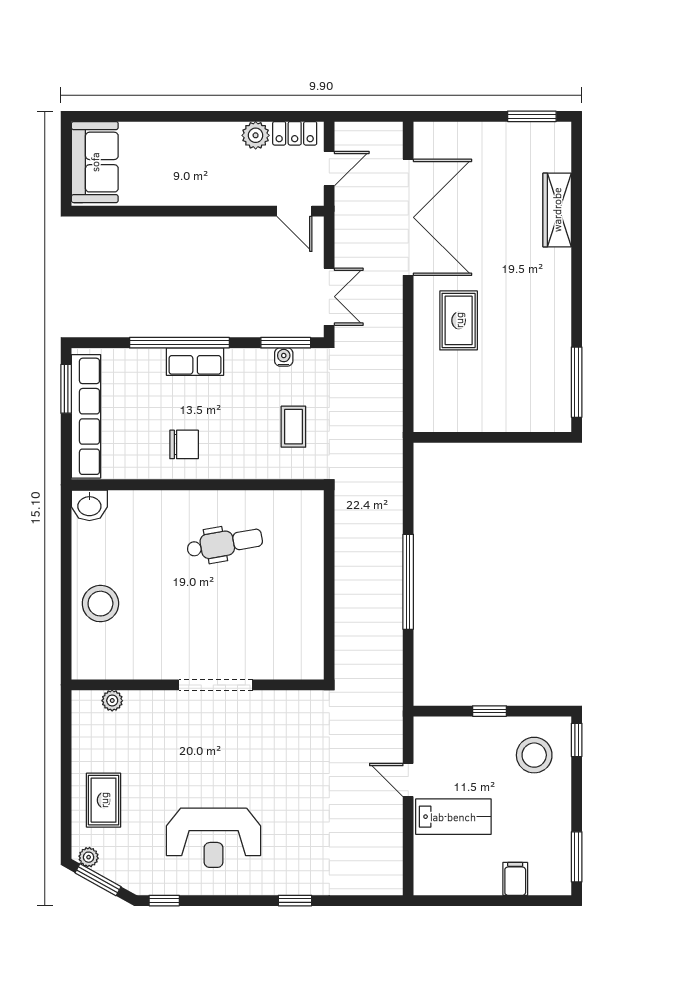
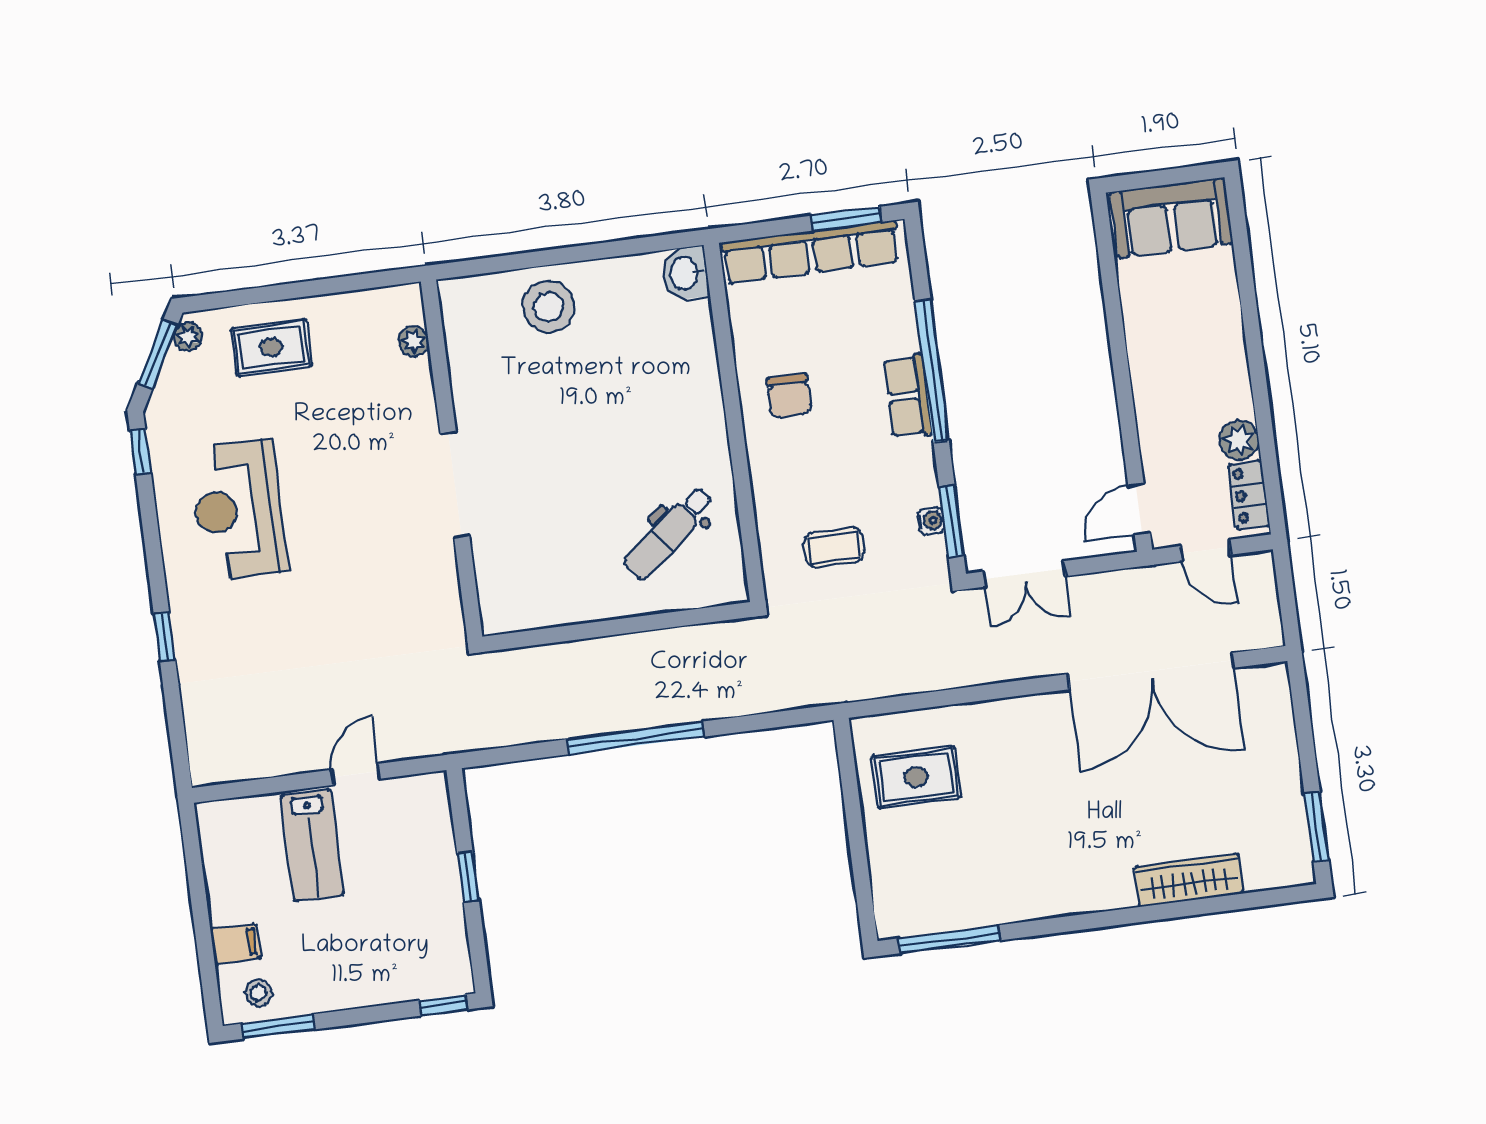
rug: (459, 320) -> (916, 777), moved
dental chair: (225, 543) -> (669, 533), moved, turned 60
stool: (534, 755) -> (258, 993), moved, width x0.53, depth x0.53

